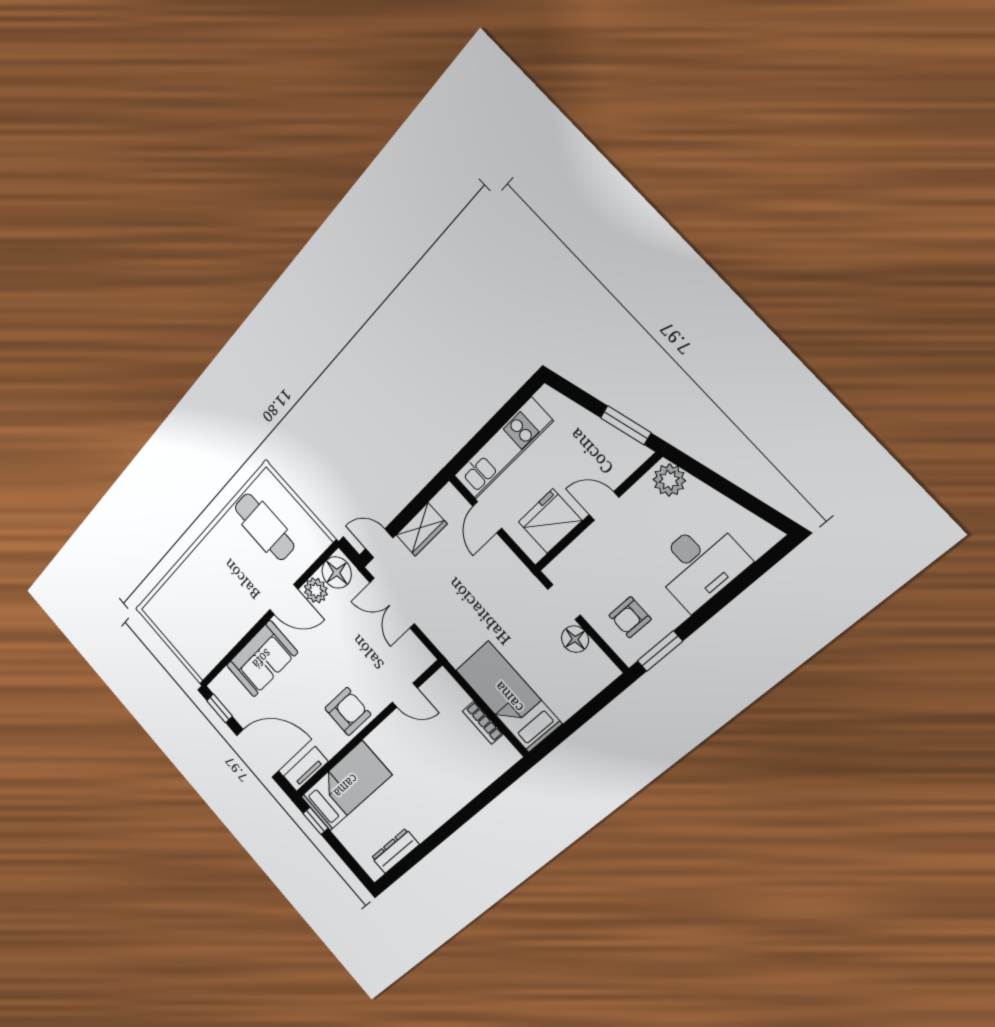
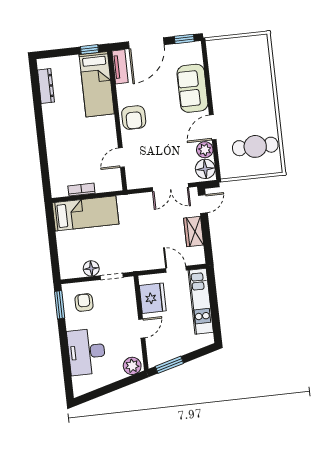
double door: (392, 603) -> (170, 187), swing flipped

